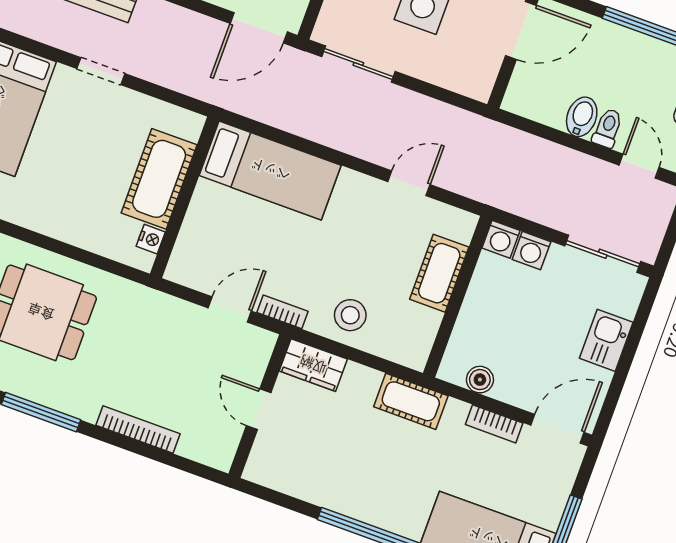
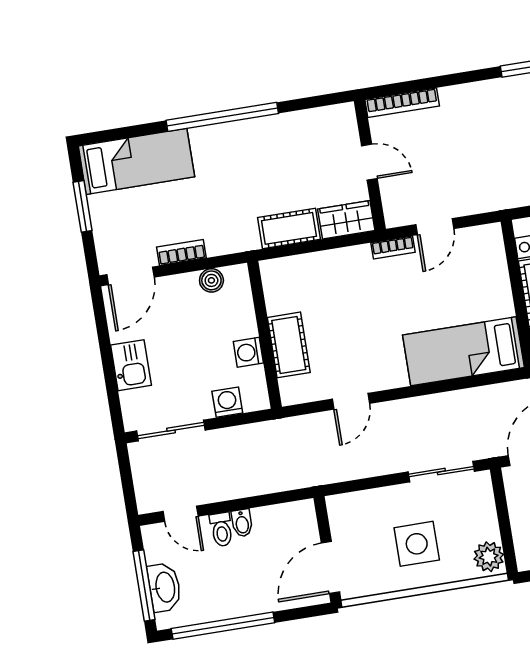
bidet: (582, 117) -> (242, 523), width x0.72, depth x0.74
washing machine: (501, 239) -> (248, 352), moved, turned -90
stool: (350, 315) -> (339, 274), removed
cot: (411, 401) -> (289, 228), moved
bookcase: (138, 430) -> (402, 103), moved

